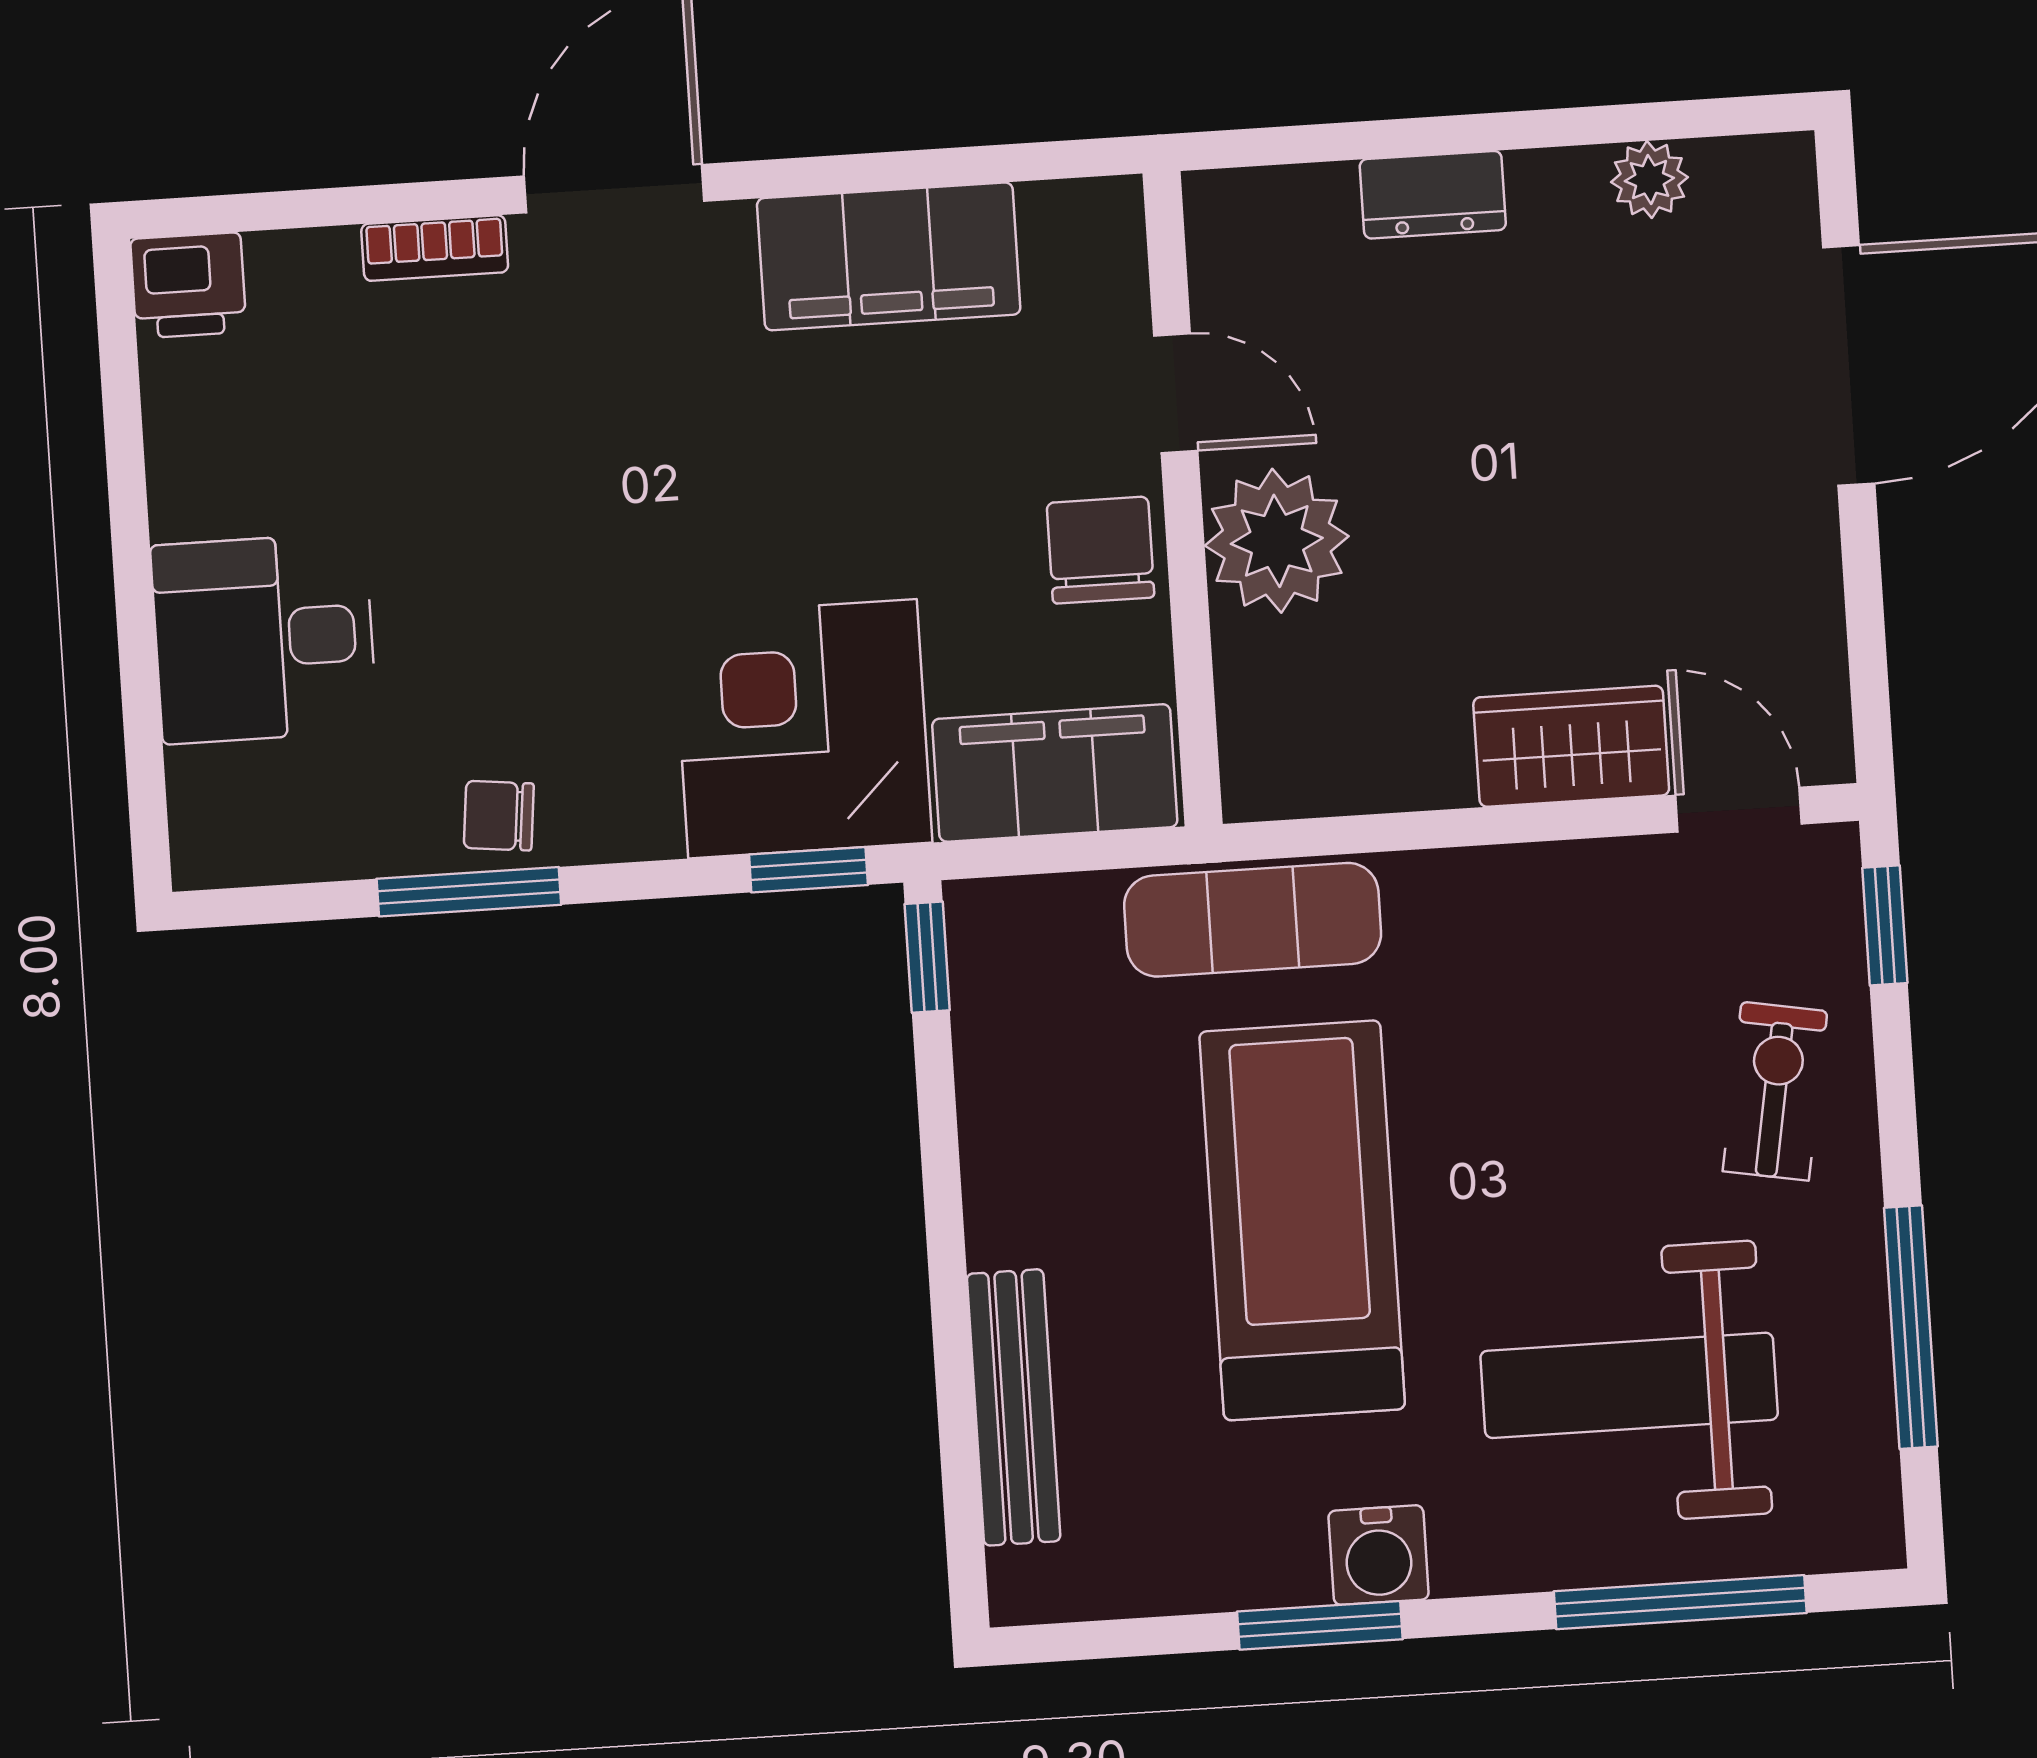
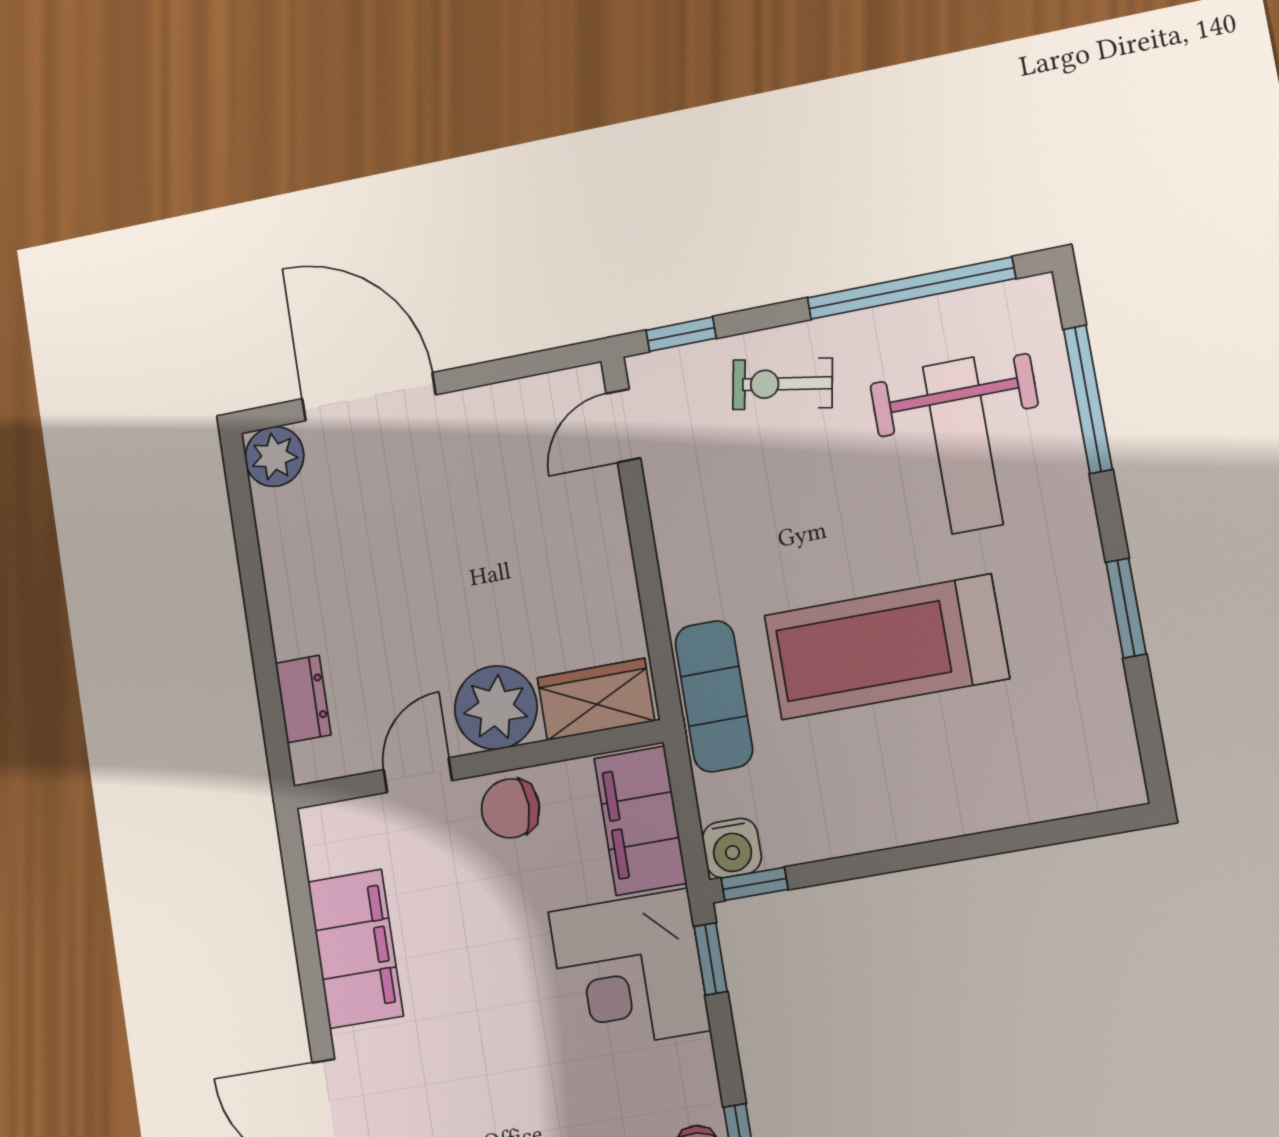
plant: (1649, 180) -> (274, 457), moved, width x1.38, depth x1.38
dresser: (1433, 195) -> (303, 699), moved
wardrobe: (1571, 746) -> (596, 699), moved, turned 90
window: (1911, 1327) -> (911, 288), width x1.46
bench: (1014, 1407) -> (1016, 804), removed
water cooler: (1379, 1555) -> (732, 848), moved, turned 90

